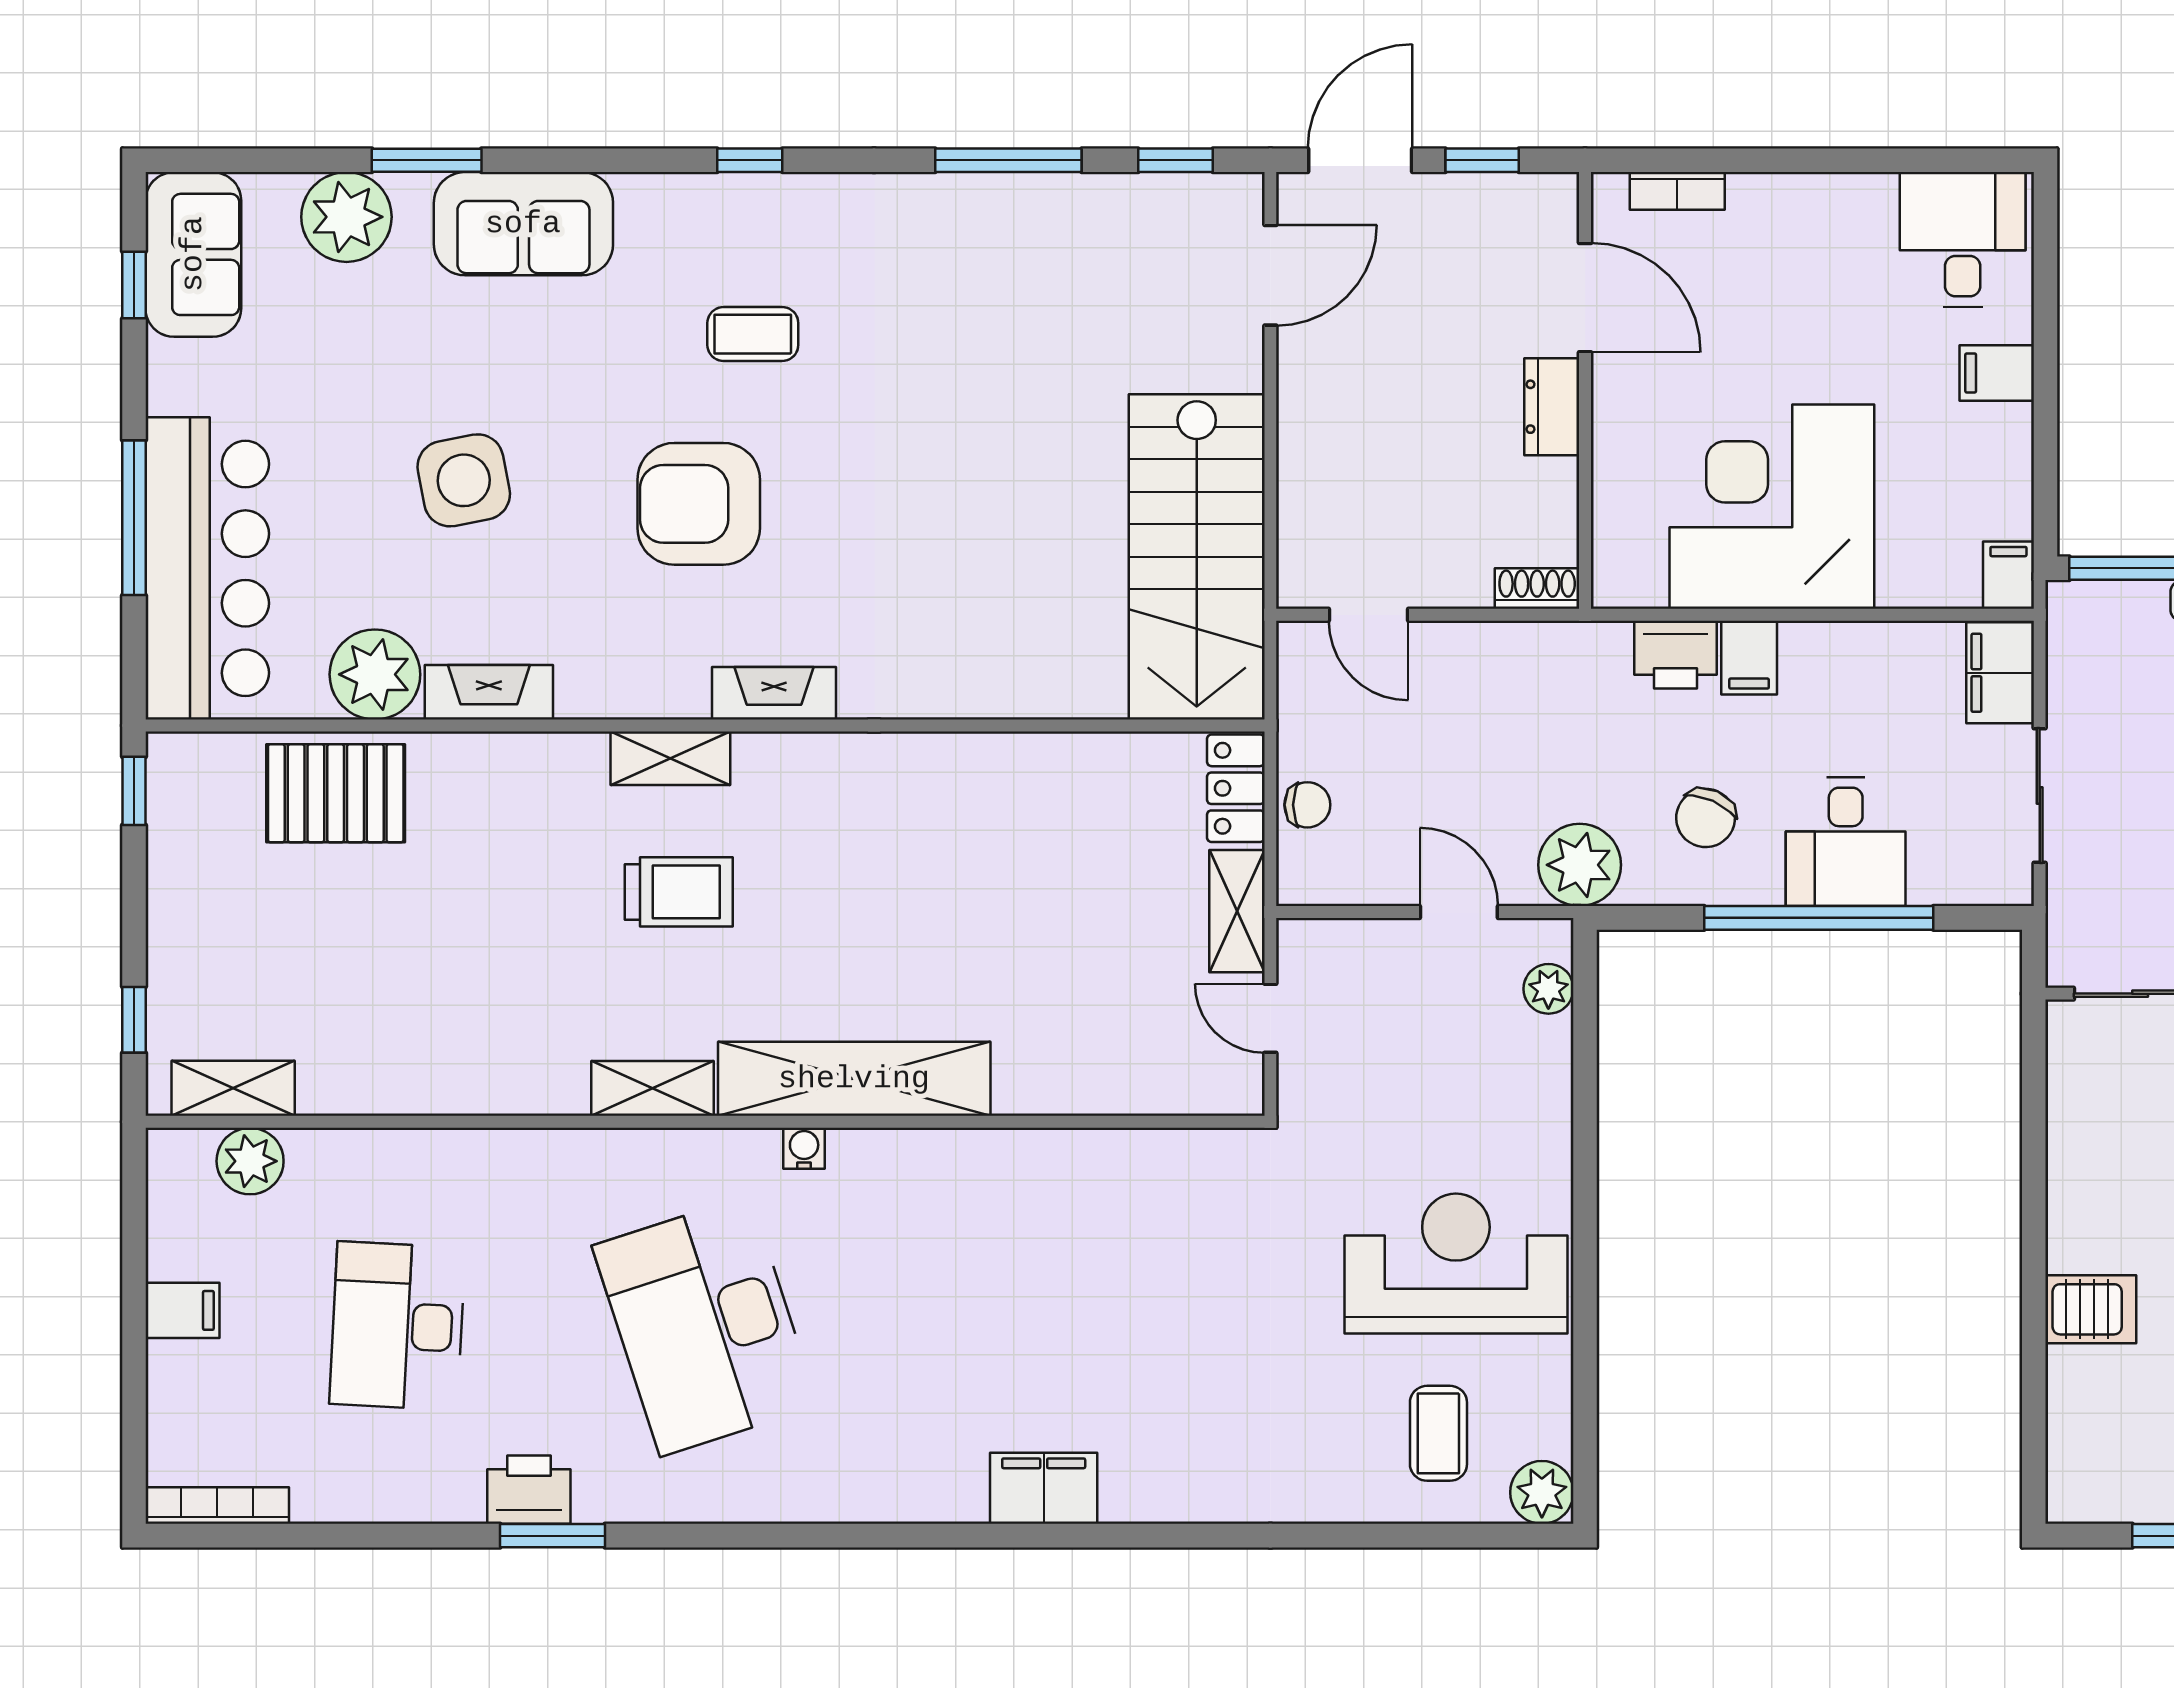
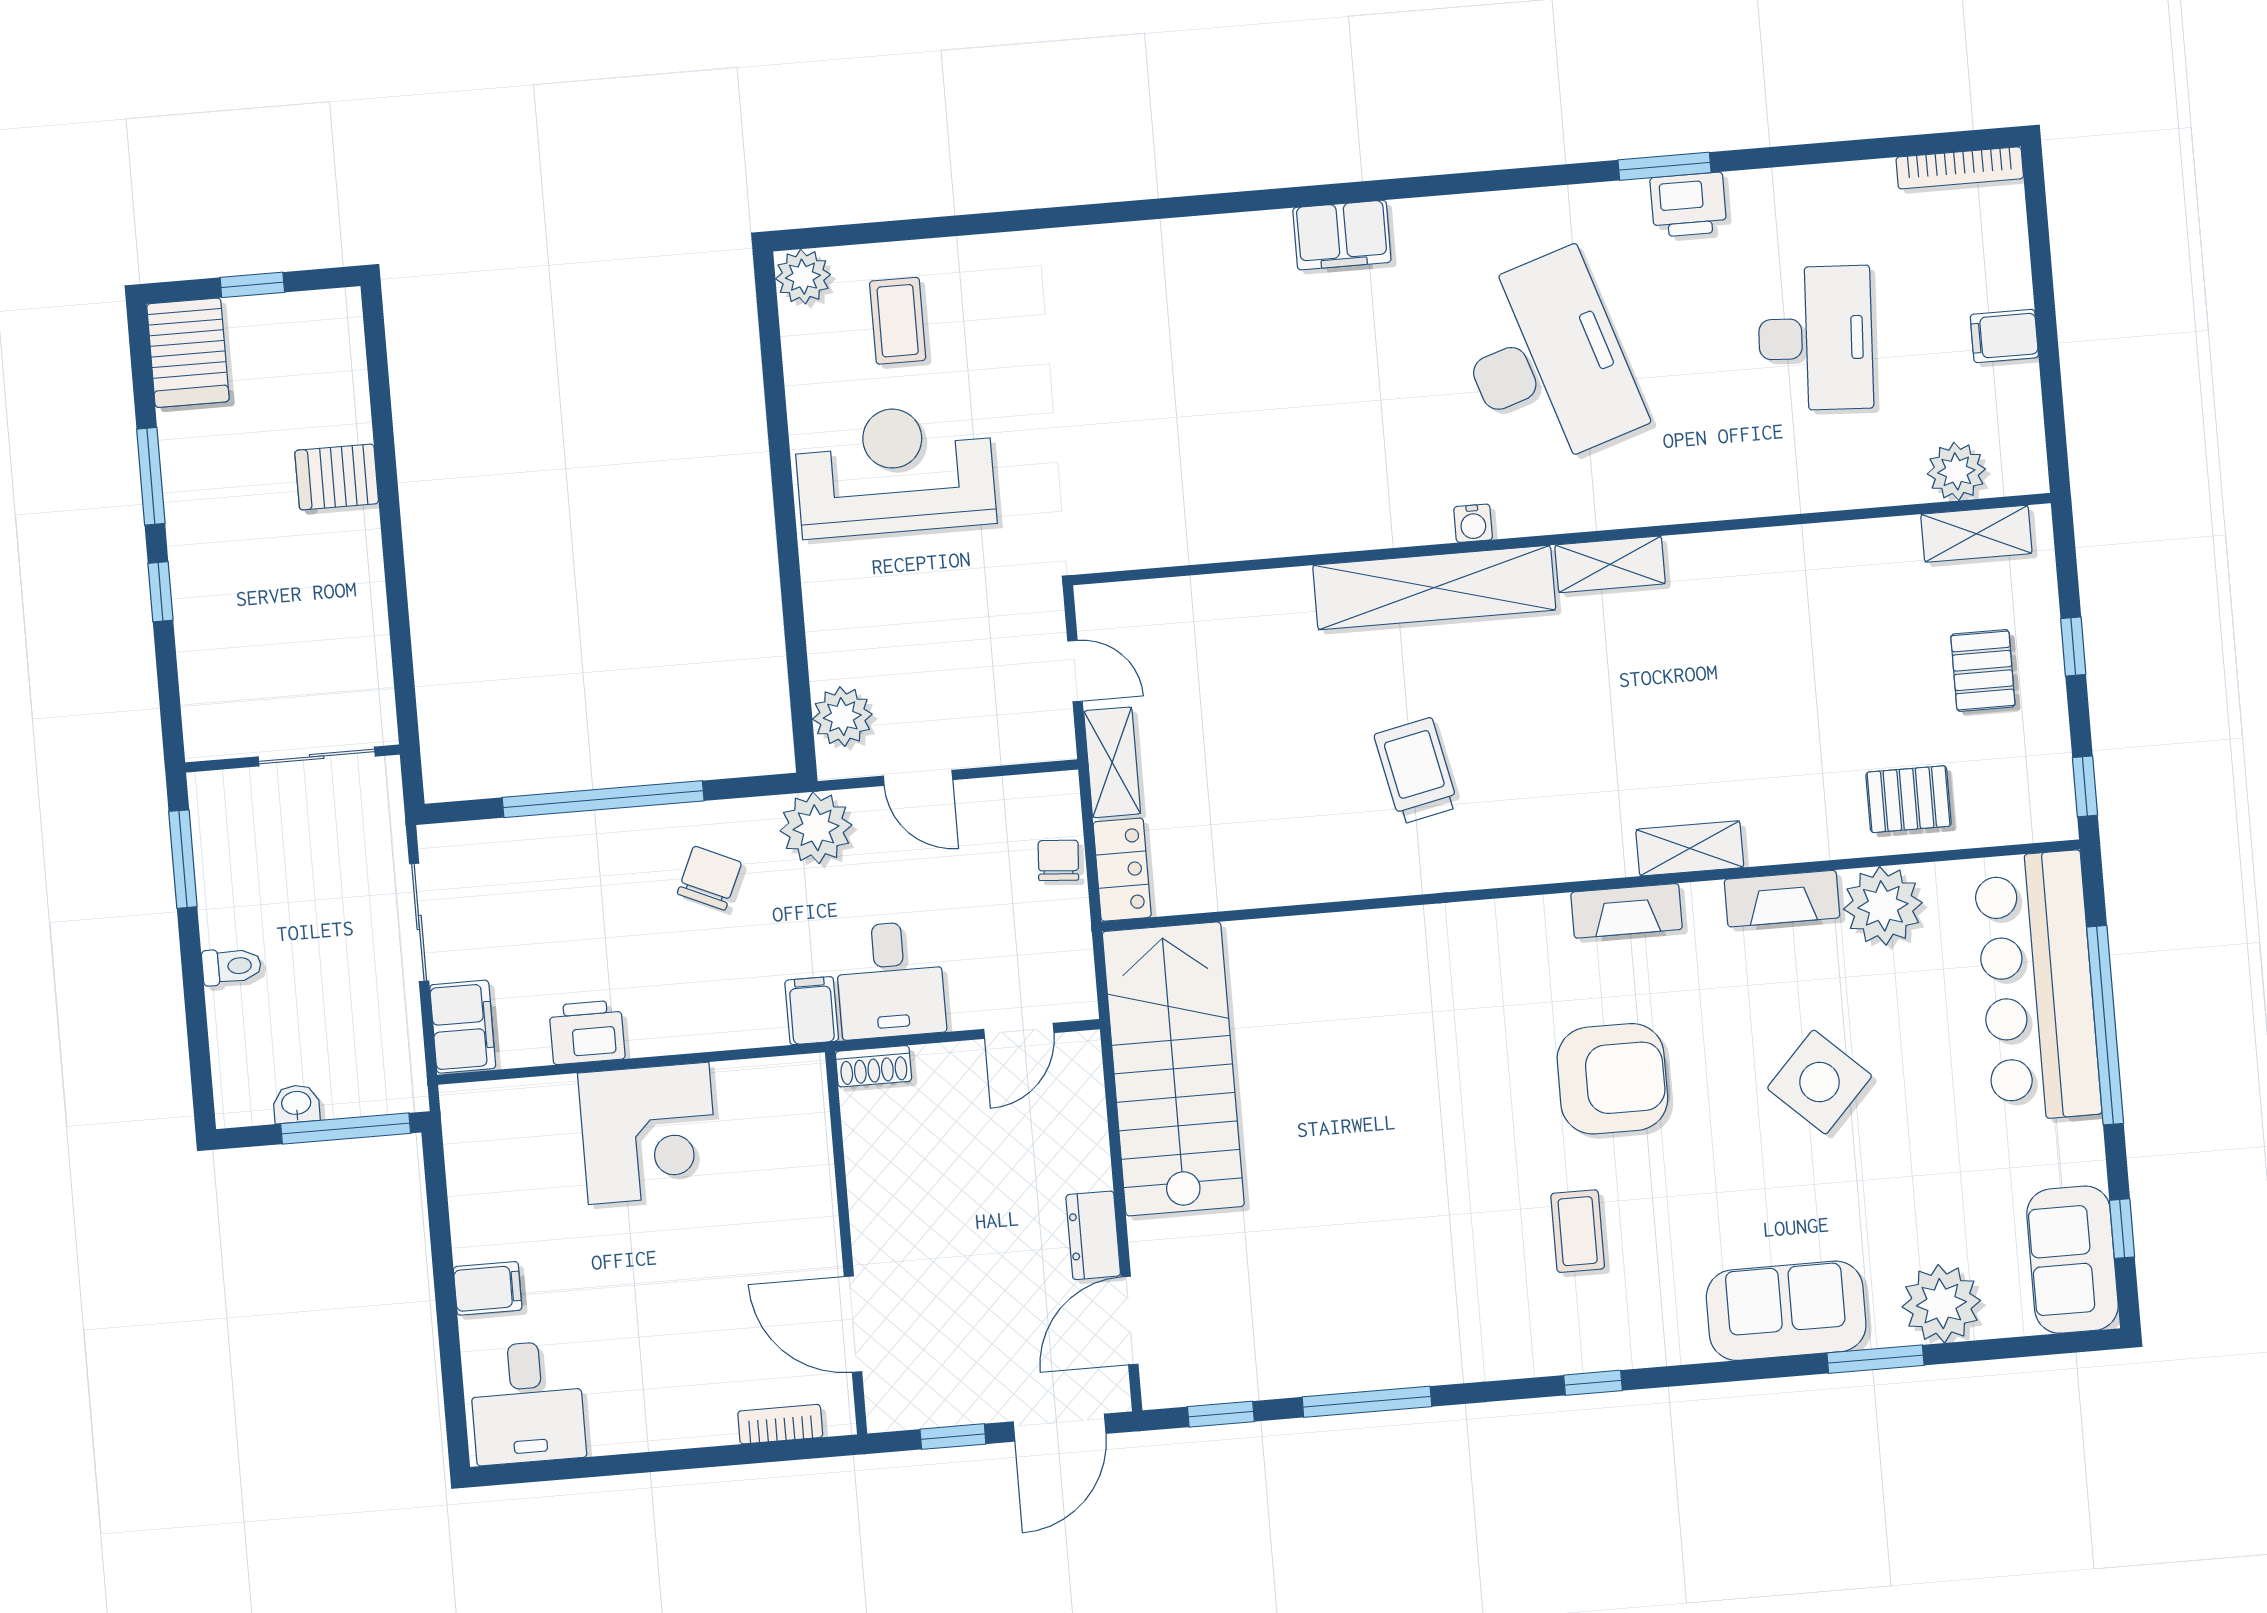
coffee table: (753, 334) -> (1578, 1231), turned 90
dresser: (1552, 407) -> (1093, 1235), moved, turned 180
side table: (464, 480) -> (1820, 1082), turned -36
corner desk: (1772, 507) -> (649, 1133), width x0.74, depth x0.74
window: (134, 518) -> (2105, 1025), width x1.46
filing cabinet: (2008, 575) -> (462, 1113), removed
door: (1369, 615) -> (1019, 1031), swing flipped
printer: (1676, 655) -> (587, 1032), moved
filing cabinet: (1749, 658) -> (812, 1011), moved
fireplace: (774, 693) -> (1626, 911), moved
shelving: (670, 758) -> (1690, 848), moved
pallet: (336, 793) -> (1908, 799), width x0.67, depth x0.71
chair: (1307, 805) -> (1058, 860), turned 94
desk: (1846, 842) -> (890, 980), moved, turned 180
trolley: (679, 892) -> (1416, 771), moved, turned 78
pallet: (239, 932) -> (1983, 670), added
plant: (1548, 989) -> (842, 717), width x1.38, depth x1.38
window: (134, 1020) -> (2073, 647), moved
reception desk: (1456, 1263) -> (895, 470), turned 180
filing cabinet: (1044, 1488) -> (1342, 235), moved

